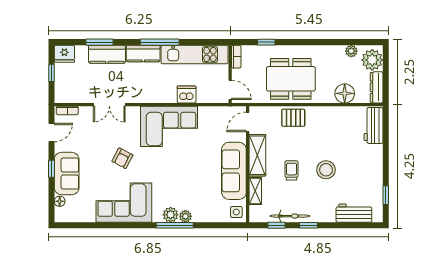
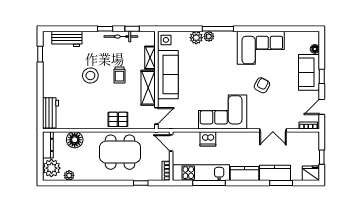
window: (160, 42) -> (209, 183), moved
double door: (109, 105) -> (273, 130), swing flipped
plant: (171, 215) -> (196, 38), moved

